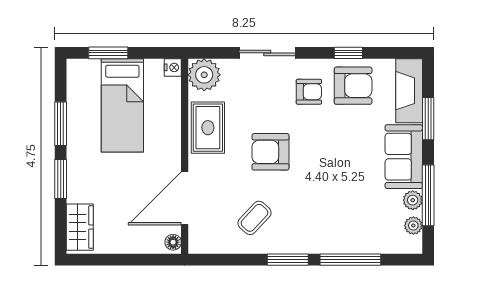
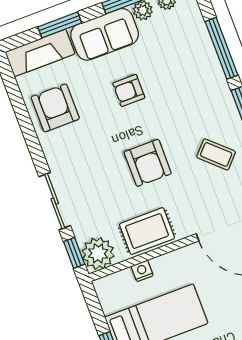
window: (348, 53) -> (74, 253), moved
nightstand: (173, 67) -> (142, 271), moved
armchair: (309, 92) -> (129, 90), moved, turned -90

